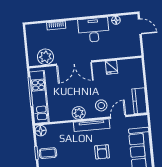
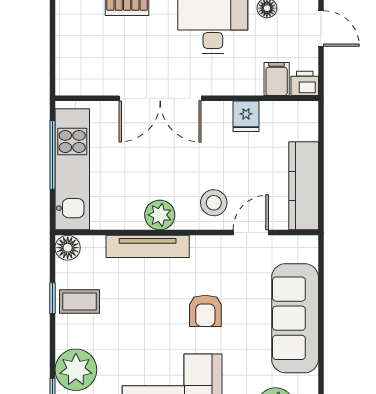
filing cabinet: (123, 50) -> (277, 79), added
printer: (135, 51) -> (305, 83), added
plant: (45, 57) -> (95, 77), removed
kitchen counter: (139, 101) -> (304, 186), width x1.50
tv unit: (92, 125) -> (148, 246), moved

